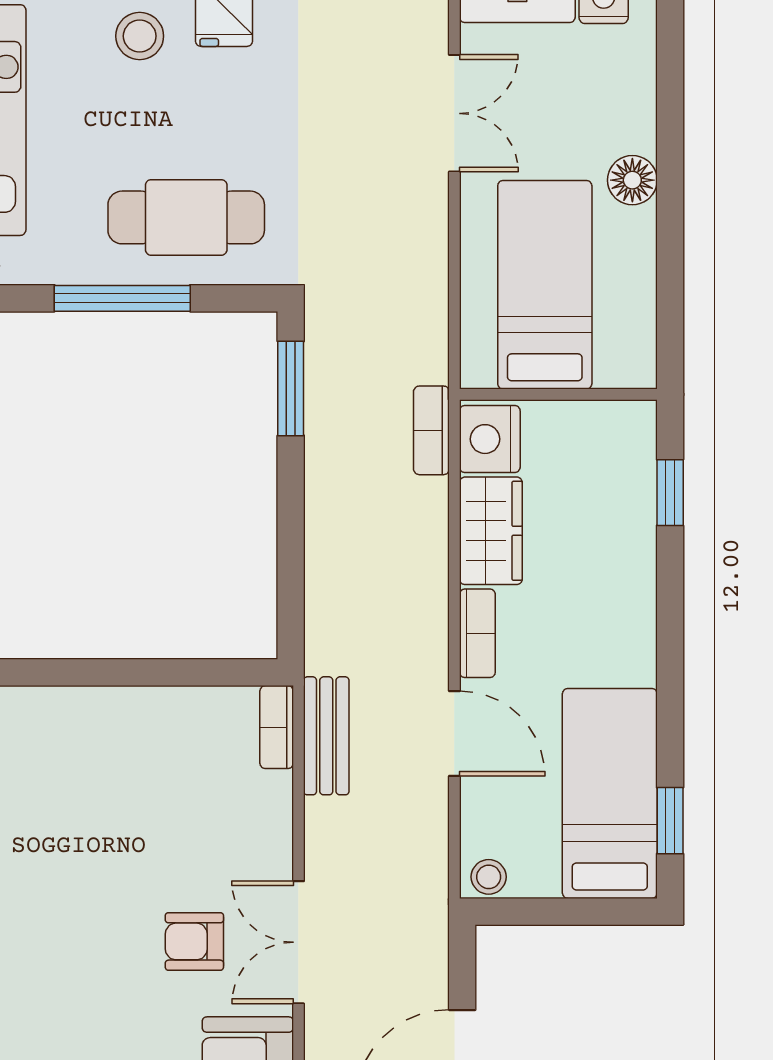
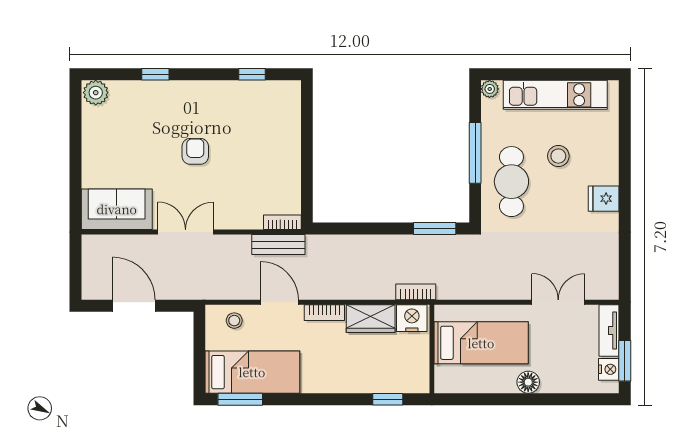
stool: (140, 36) -> (558, 156), moved
double door: (454, 113) -> (558, 302), swing flipped
door: (454, 734) -> (279, 302), swing flipped
window: (670, 821) -> (240, 399), width x1.50
stool: (489, 877) -> (234, 321), moved
armchair: (194, 941) -> (195, 151), moved

